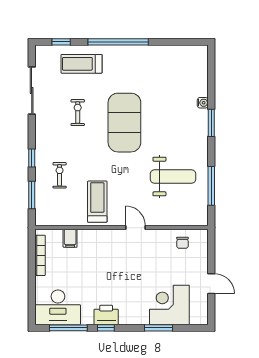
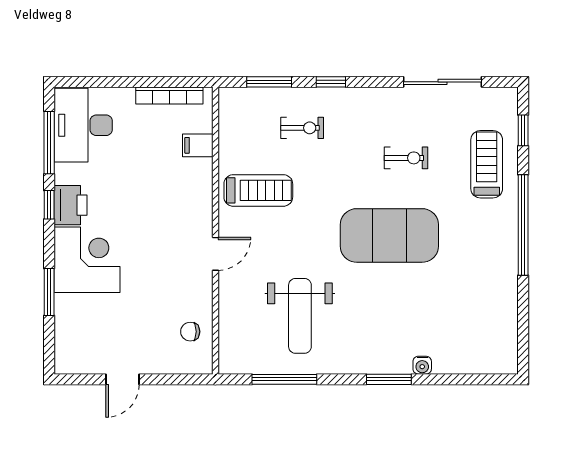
corner desk: (169, 305) -> (87, 260), moved

